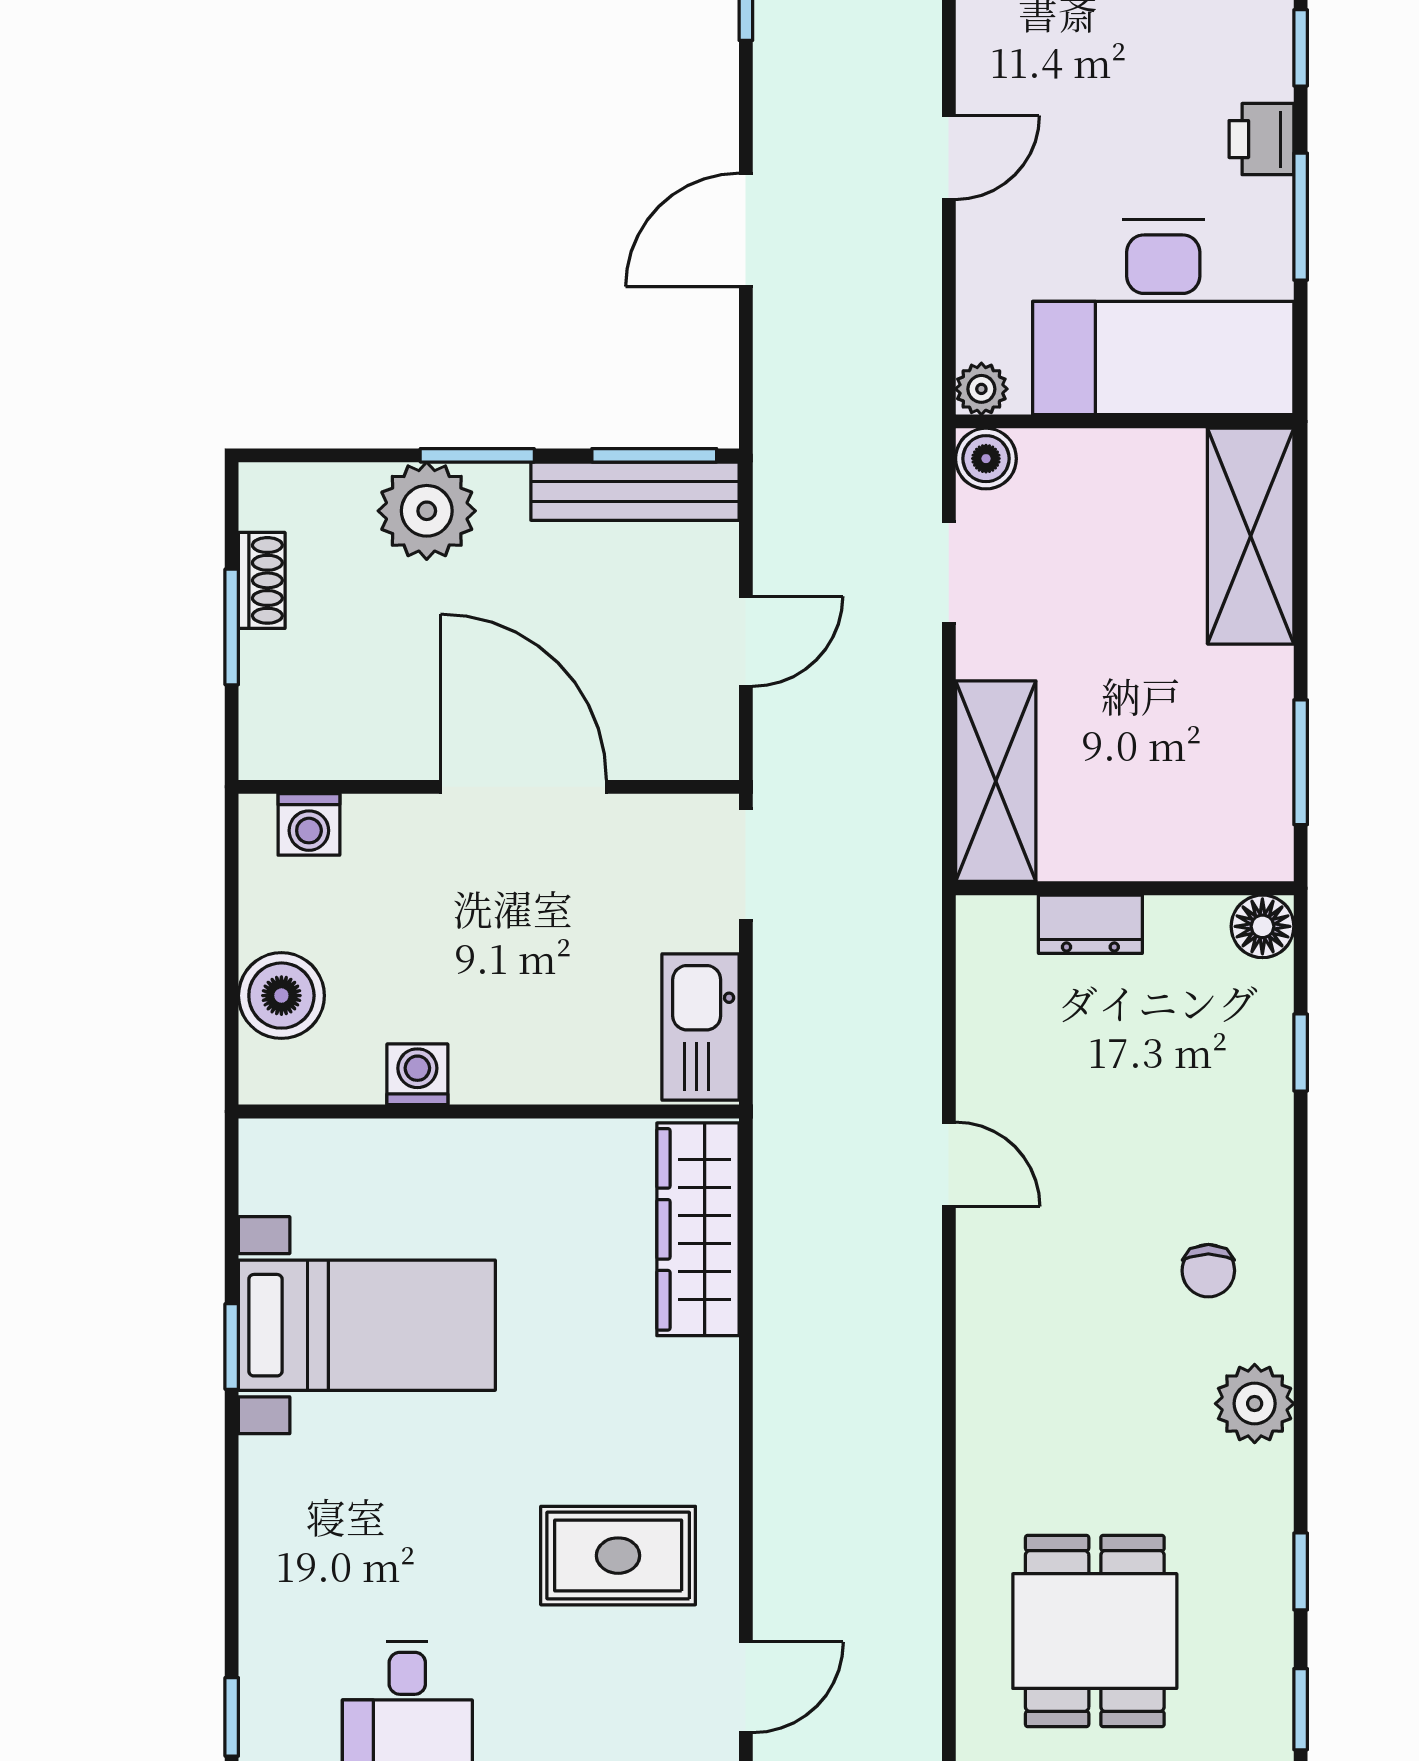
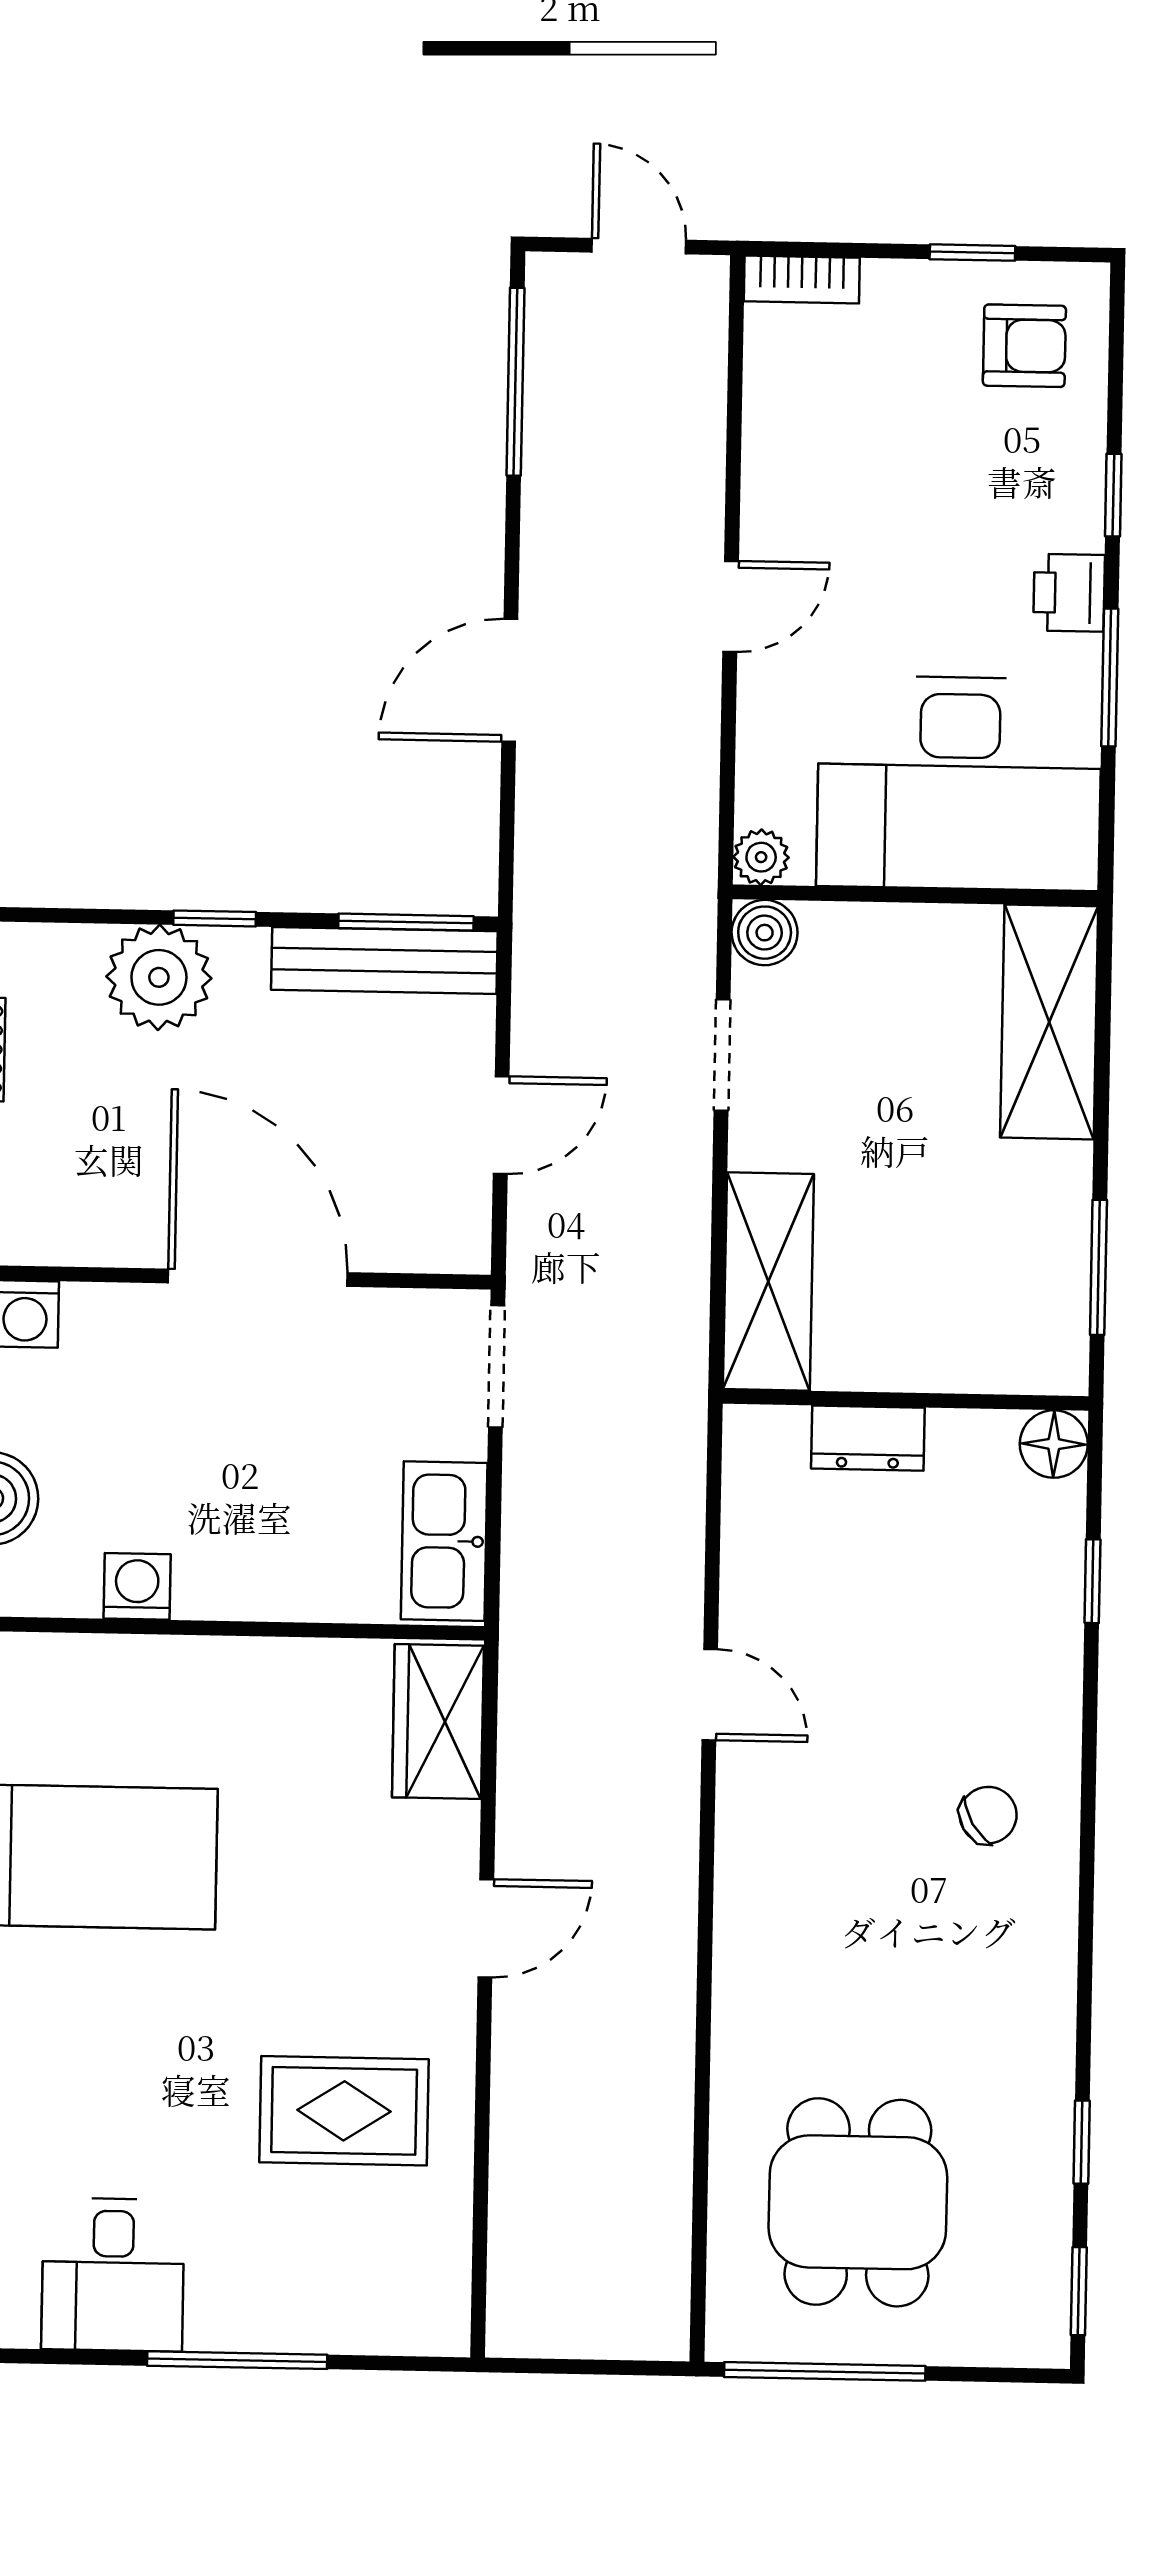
window: (477, 455) -> (215, 918), width x0.67
wardrobe: (698, 1229) -> (438, 1721), width x0.67
chair: (1208, 1271) -> (988, 1815), turned -121
plant: (1255, 1404) -> (1035, 1960), removed
door: (746, 1687) -> (486, 1928), moved

